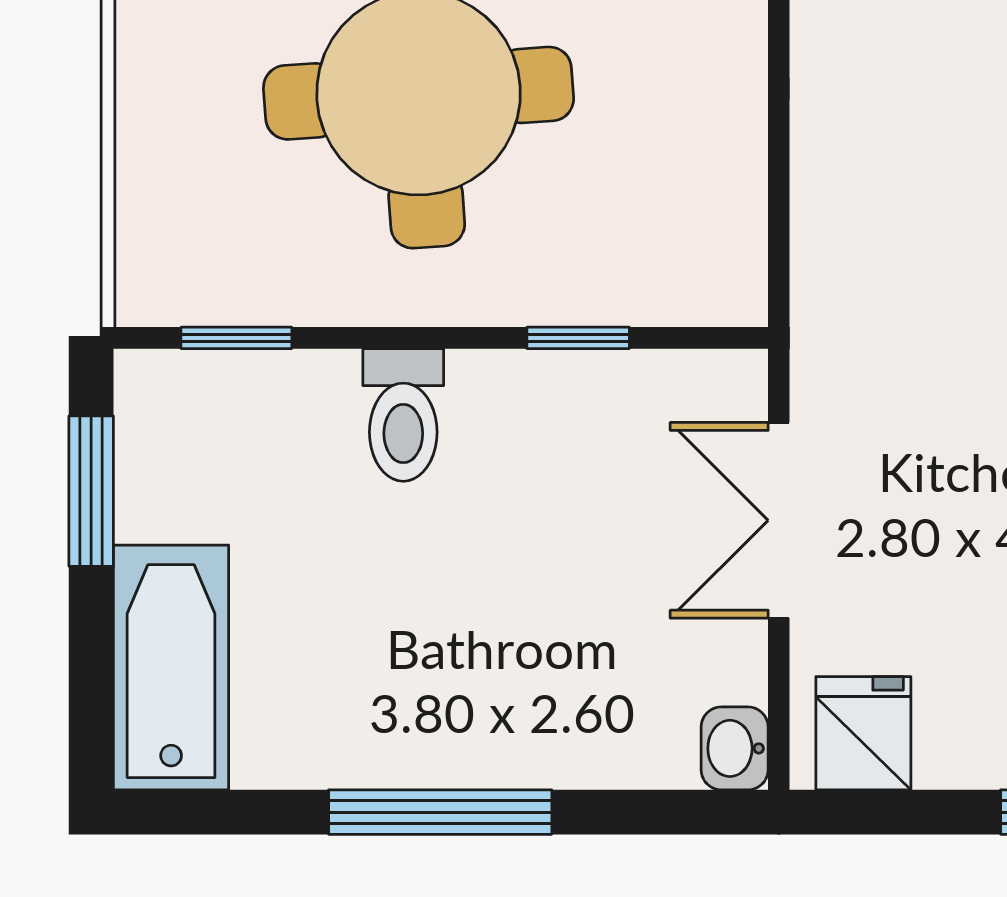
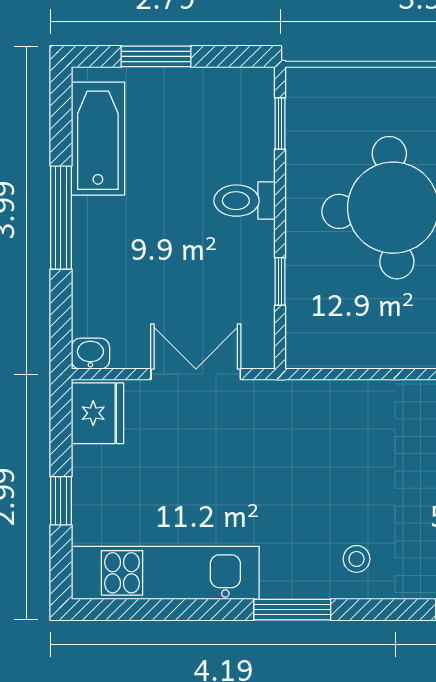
window: (91, 491) -> (156, 56), moved
bathtub: (171, 667) -> (98, 139), moved, turned -90
fridge: (863, 733) -> (97, 413), width x1.38

